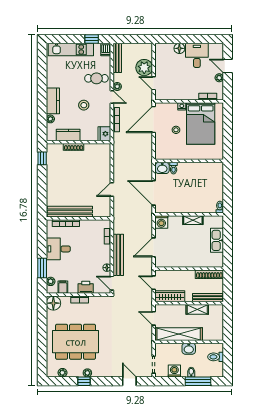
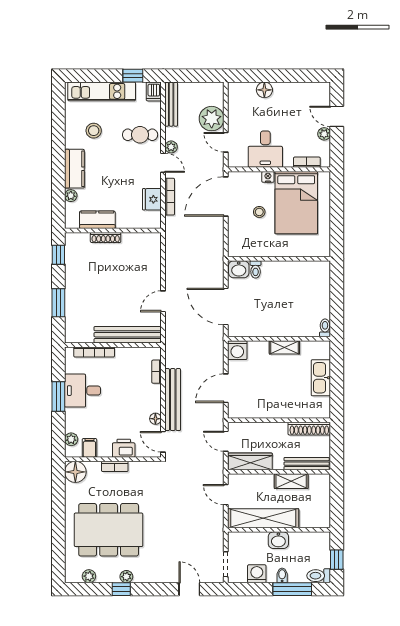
desk: (197, 55) -> (265, 149), moved, turned 180
stool: (84, 105) -> (94, 131), moved
fridge: (104, 134) -> (152, 199), moved
window: (42, 190) -> (58, 303), added
bench: (70, 212) -> (128, 335), moved
window: (42, 268) -> (58, 396), moved
toilet: (216, 357) -> (319, 576), moved
window: (228, 362) -> (337, 560), added

